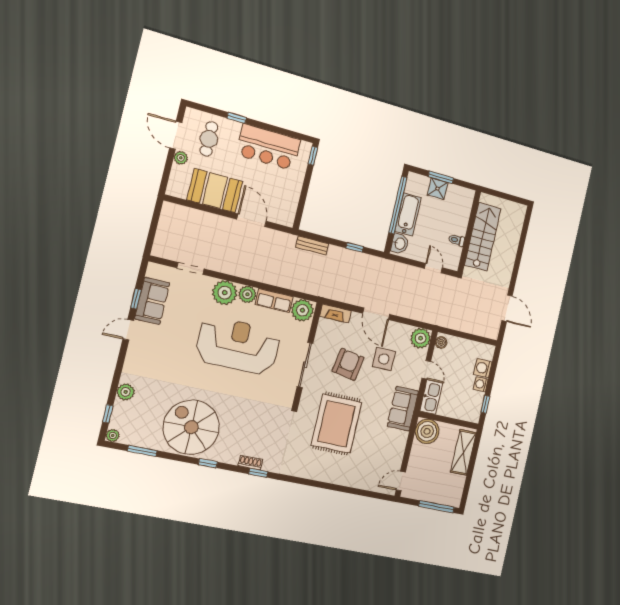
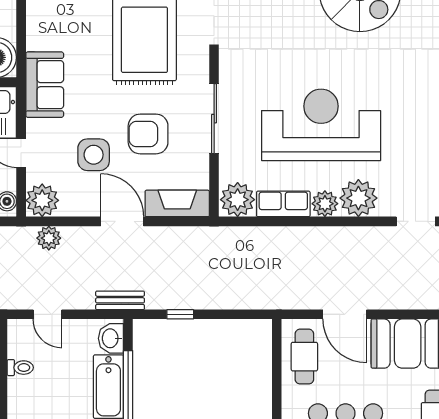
cafe table: (284, 200) -> (304, 357), added
bench: (312, 245) -> (120, 300), moved
fireplace: (335, 314) -> (177, 203), width x1.37, depth x1.32
plant: (422, 314) -> (49, 238), added
reception desk: (238, 346) -> (321, 125), turned 180
armchair: (348, 364) -> (148, 134), turned 80

